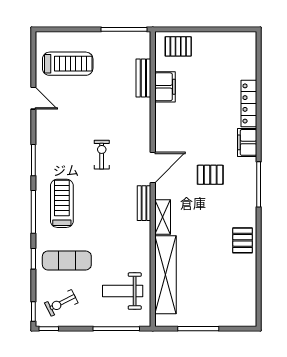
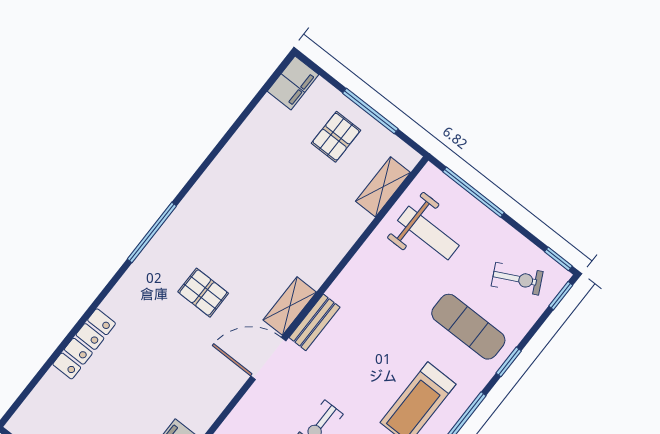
filing cabinet: (247, 142) -> (293, 83), moved
shelving: (163, 217) -> (290, 306), moved
pallet: (243, 240) -> (336, 137), moved
shelving: (165, 275) -> (383, 187), width x0.45, depth x0.75

